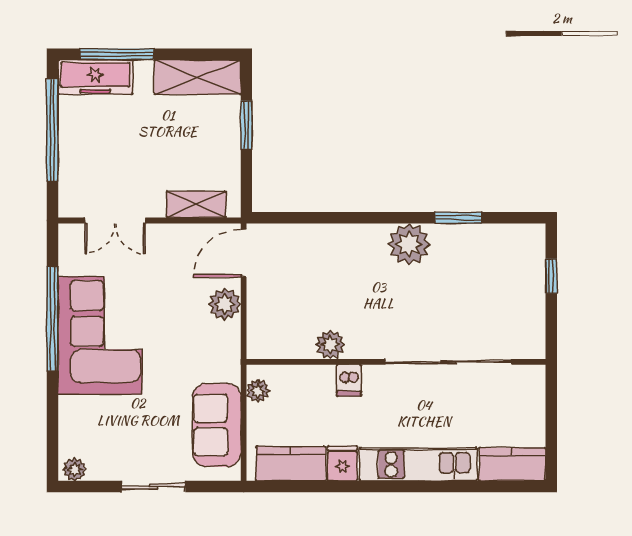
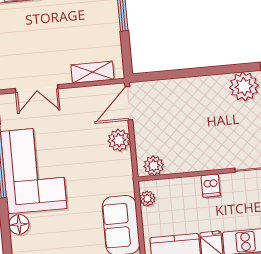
plant: (330, 345) -> (154, 166), moved
floor lamp: (72, 411) -> (19, 224), added

